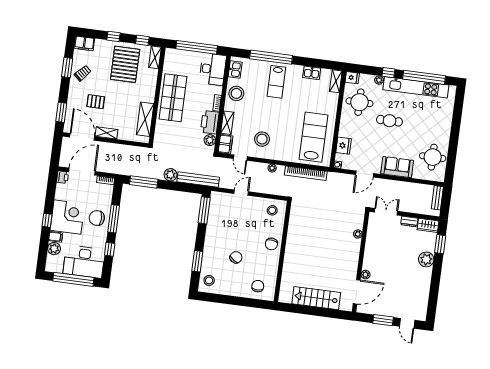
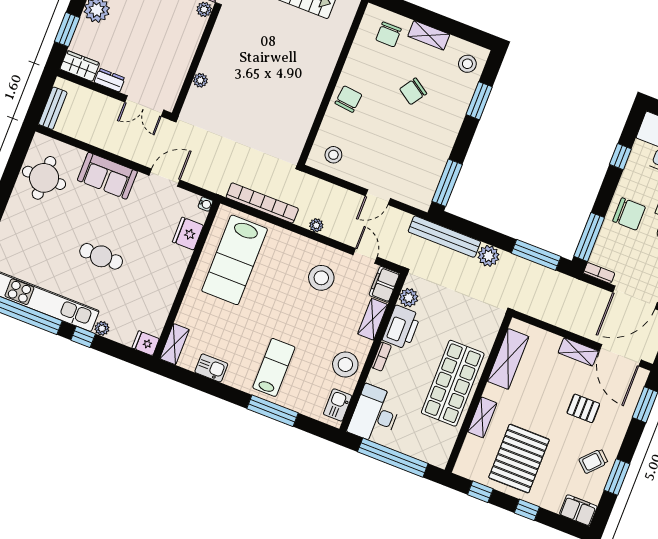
shelving: (155, 57) -> (482, 417), moved
window: (271, 57) -> (273, 411), width x0.68
round table: (359, 102) -> (144, 299), removed
window: (114, 219) -> (589, 237), moved
shelving: (235, 291) -> (429, 35), added

